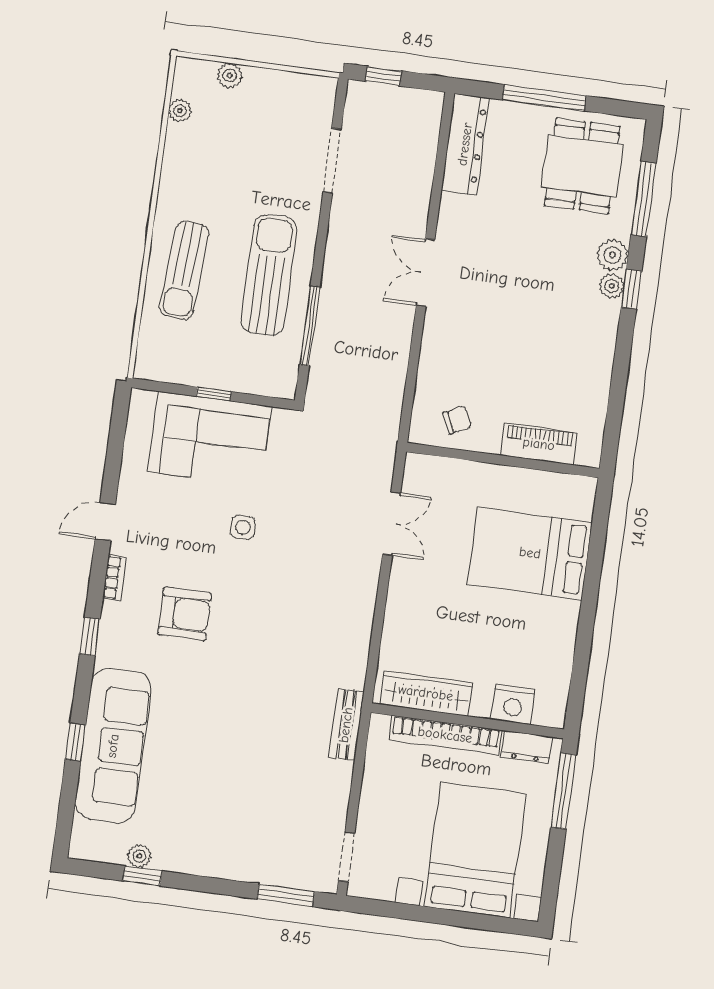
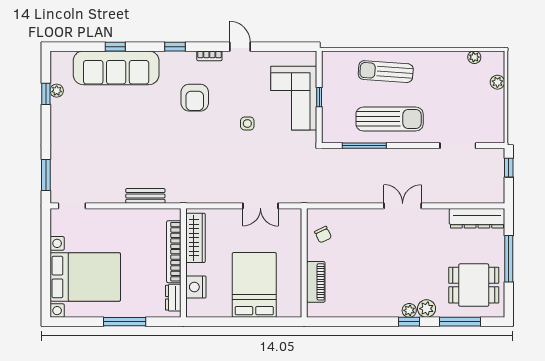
wardrobe: (426, 693) -> (195, 238), moved
nightstand: (513, 704) -> (196, 287), moved
wall: (467, 721) -> (183, 263), moved
bookcase: (445, 735) -> (174, 252), moved
dresser: (526, 747) -> (173, 298), moved

